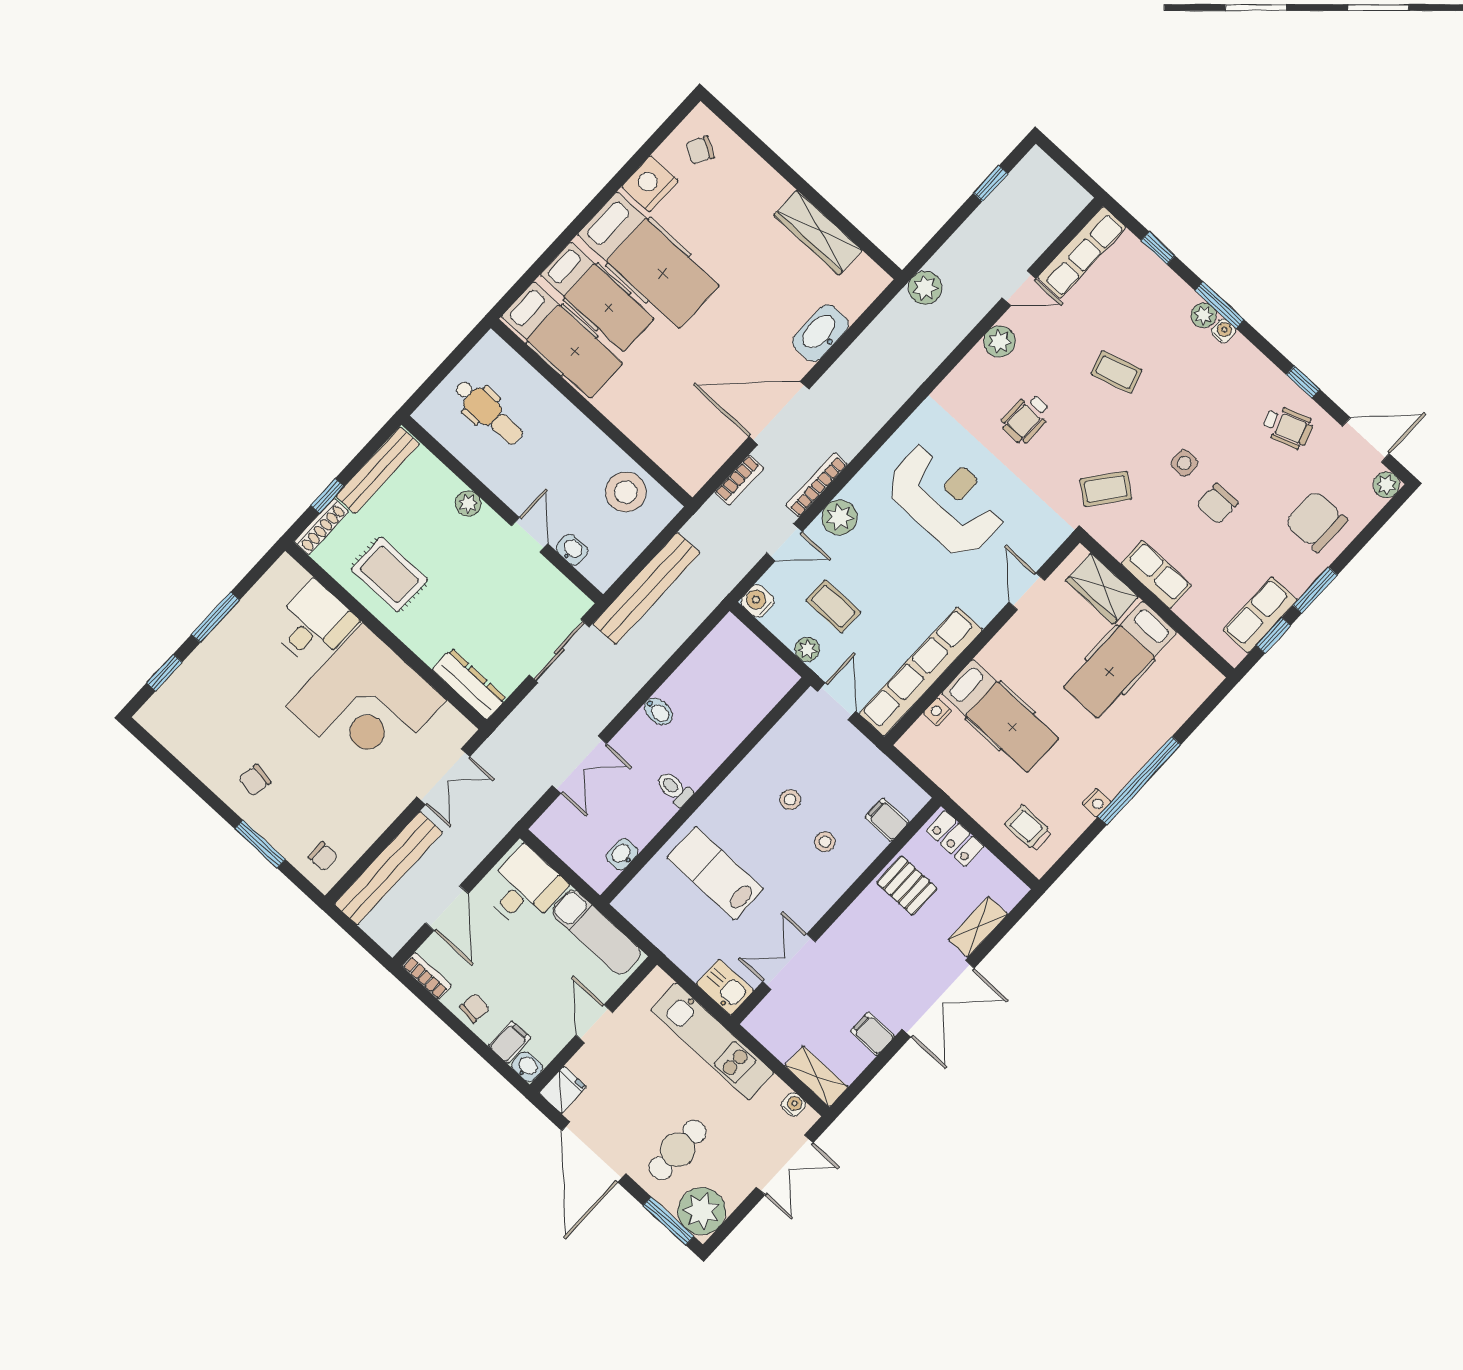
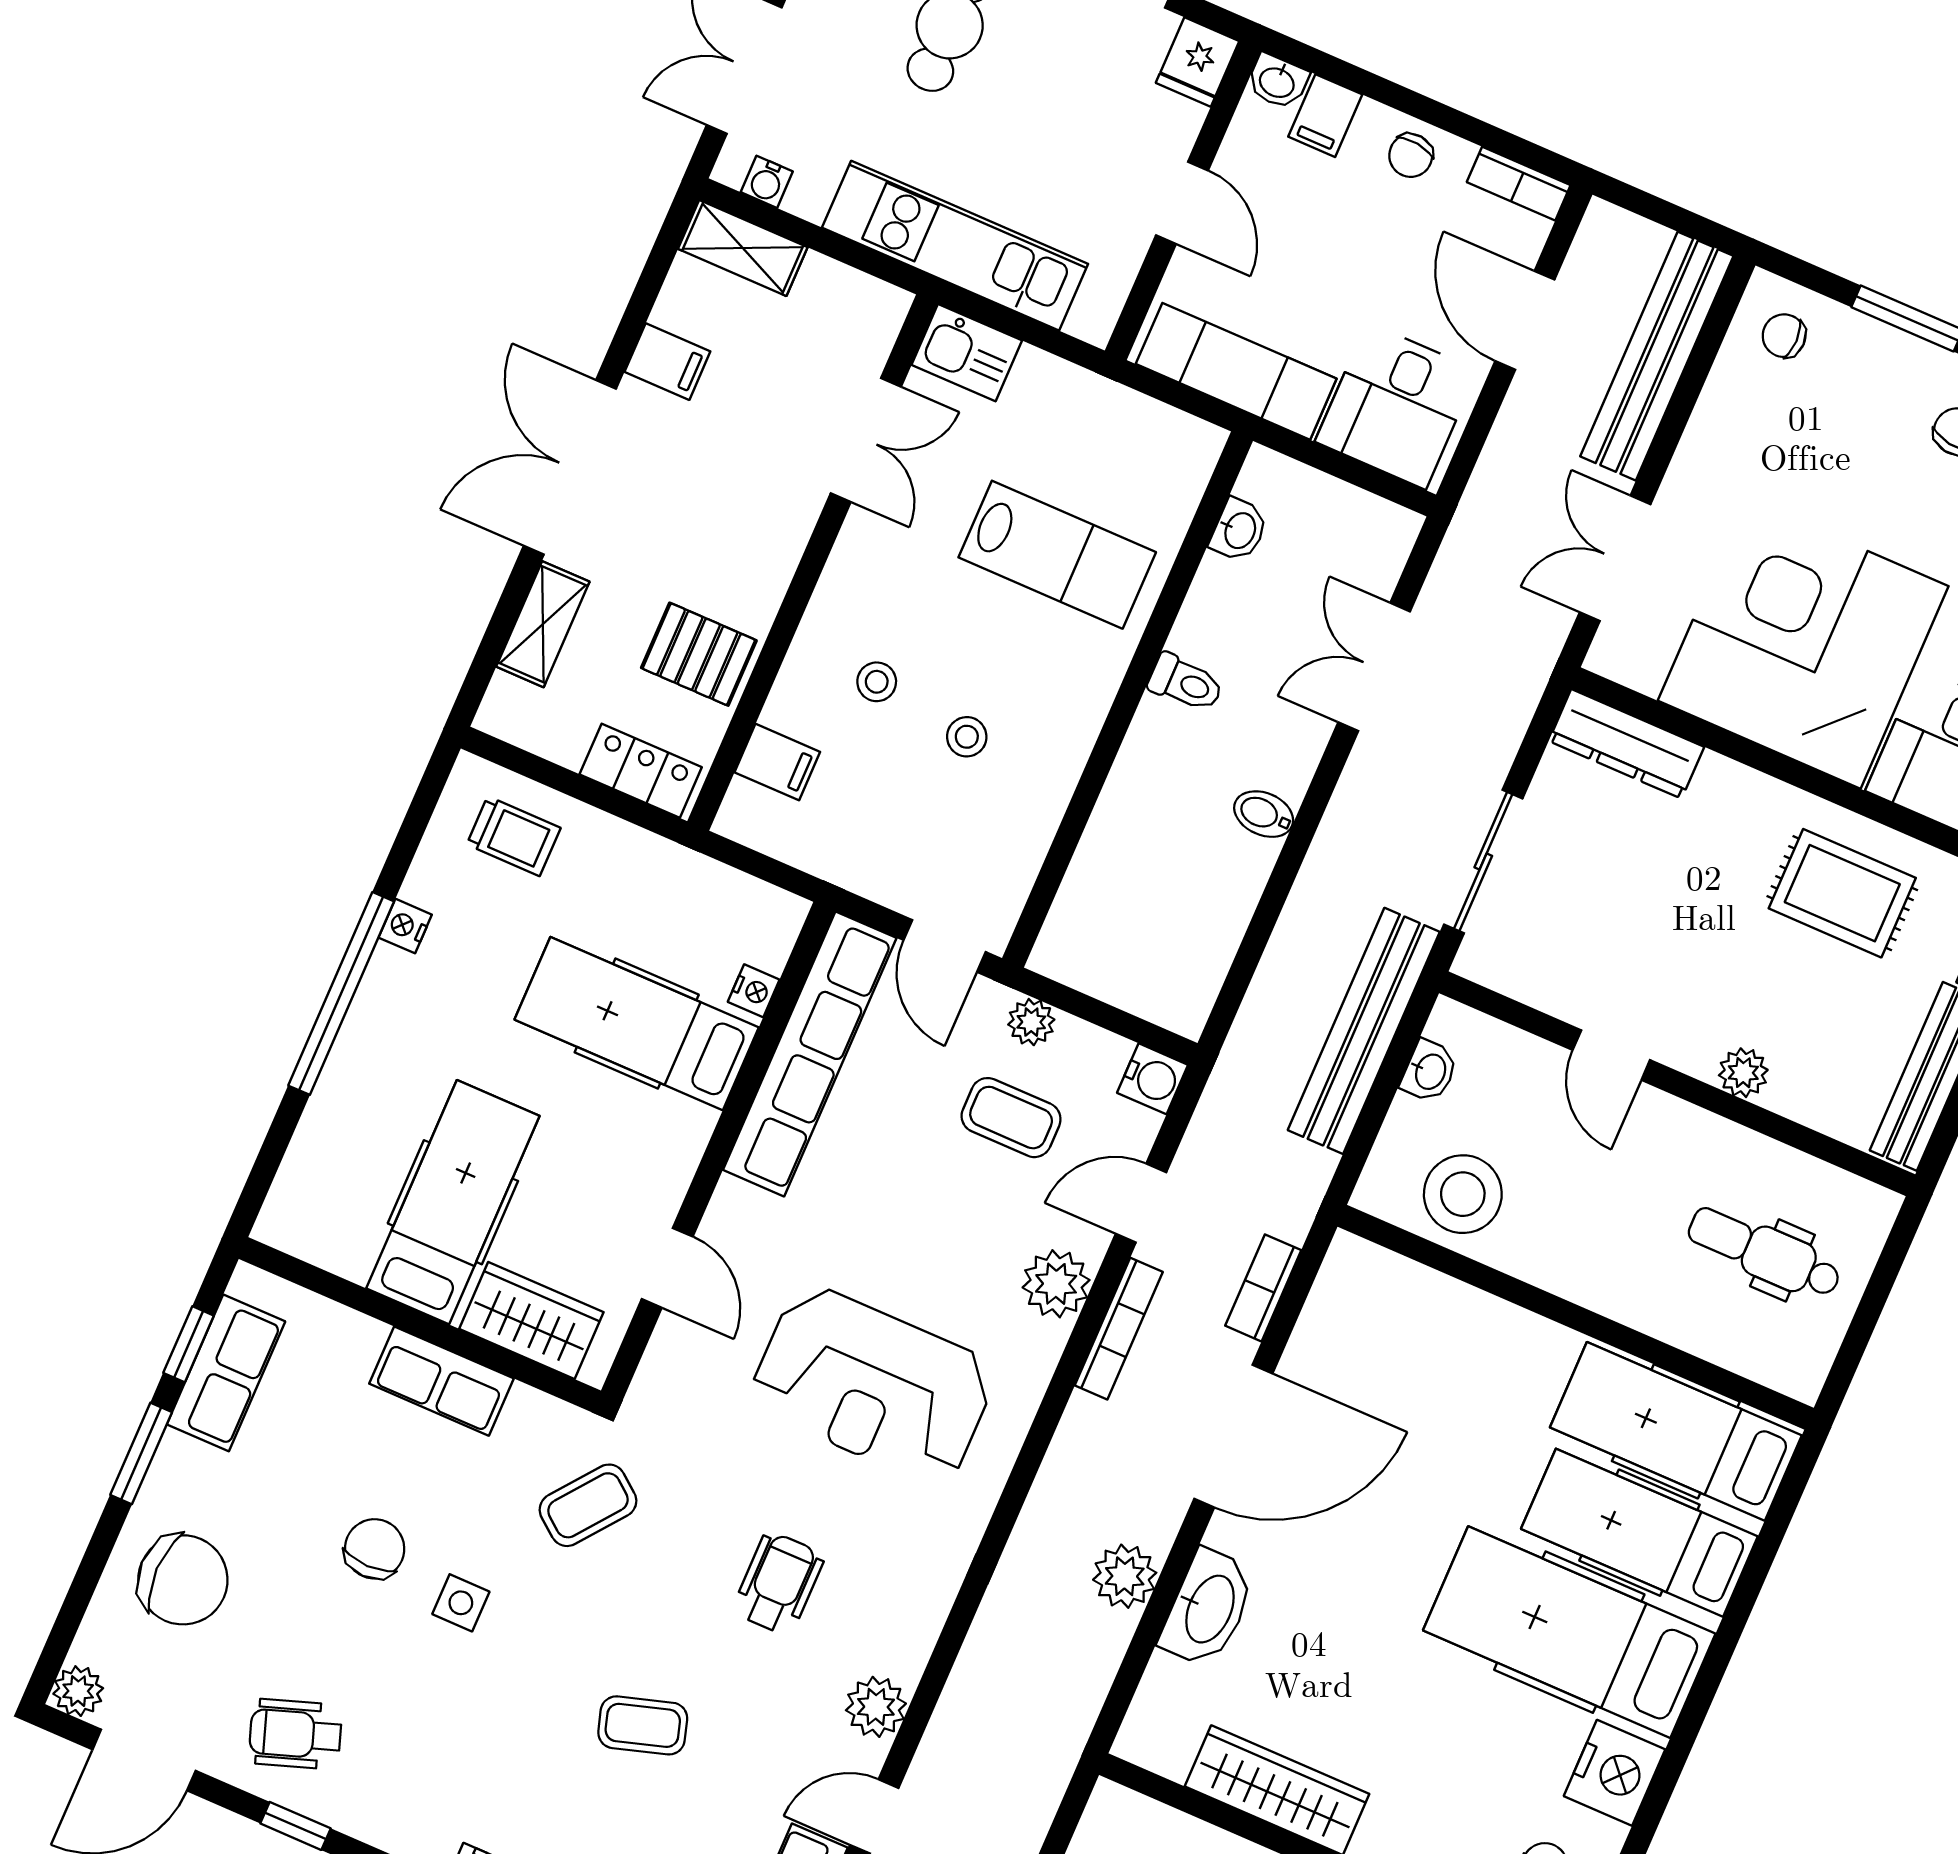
plant: (925, 288) -> (1125, 1576), moved
washbasin: (572, 550) -> (1429, 1071), moved, turned -90

